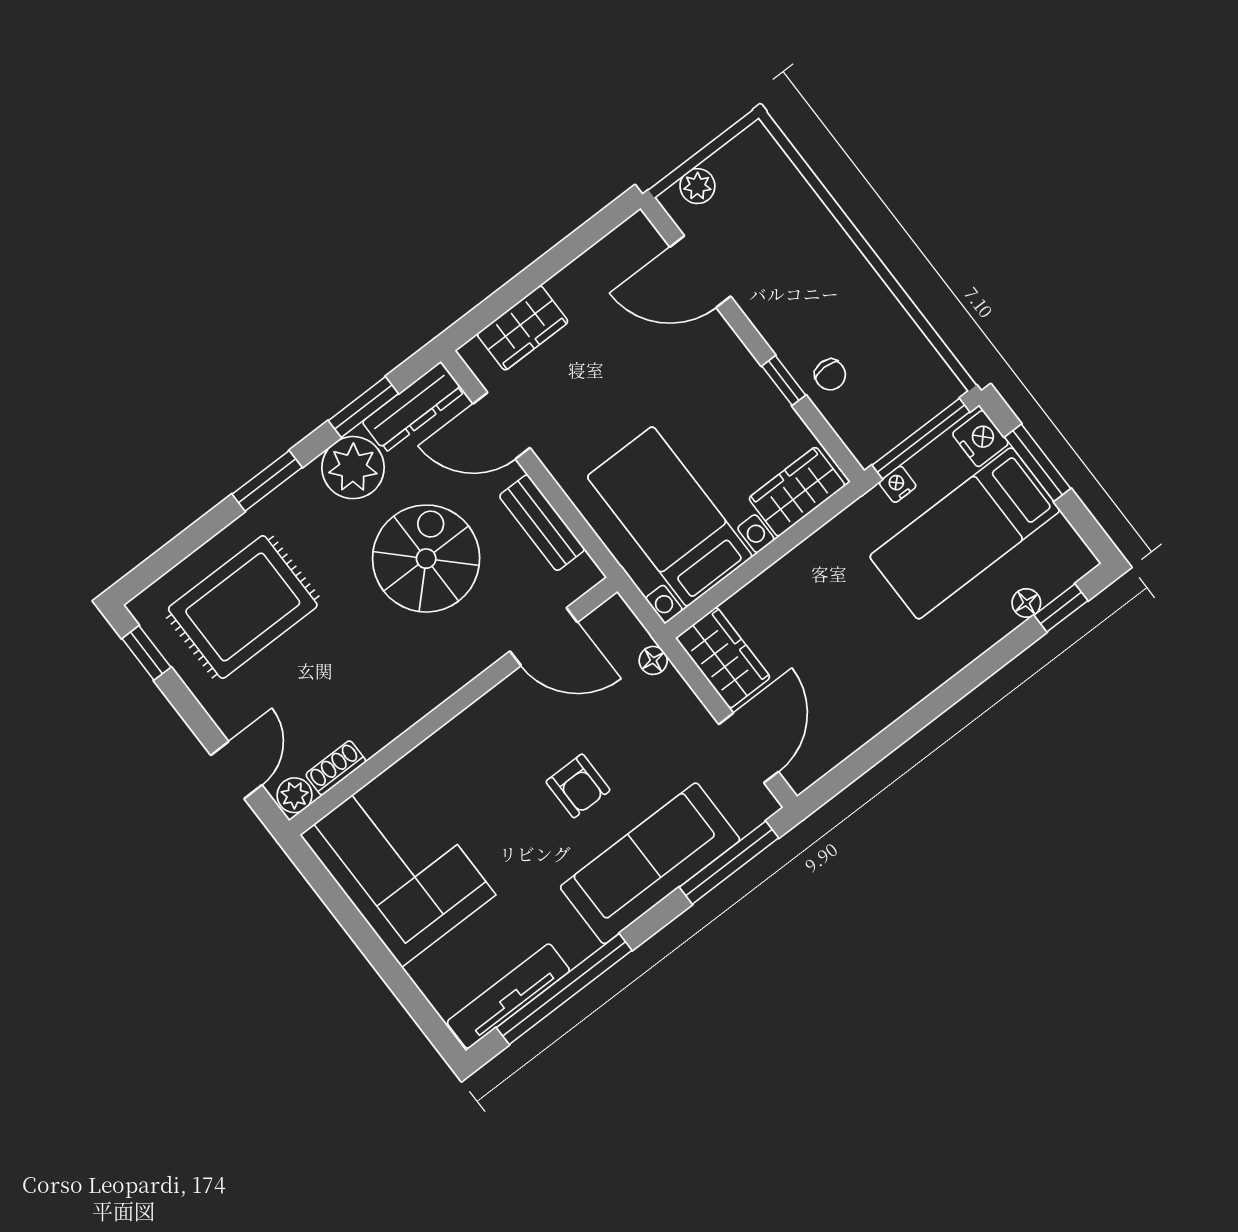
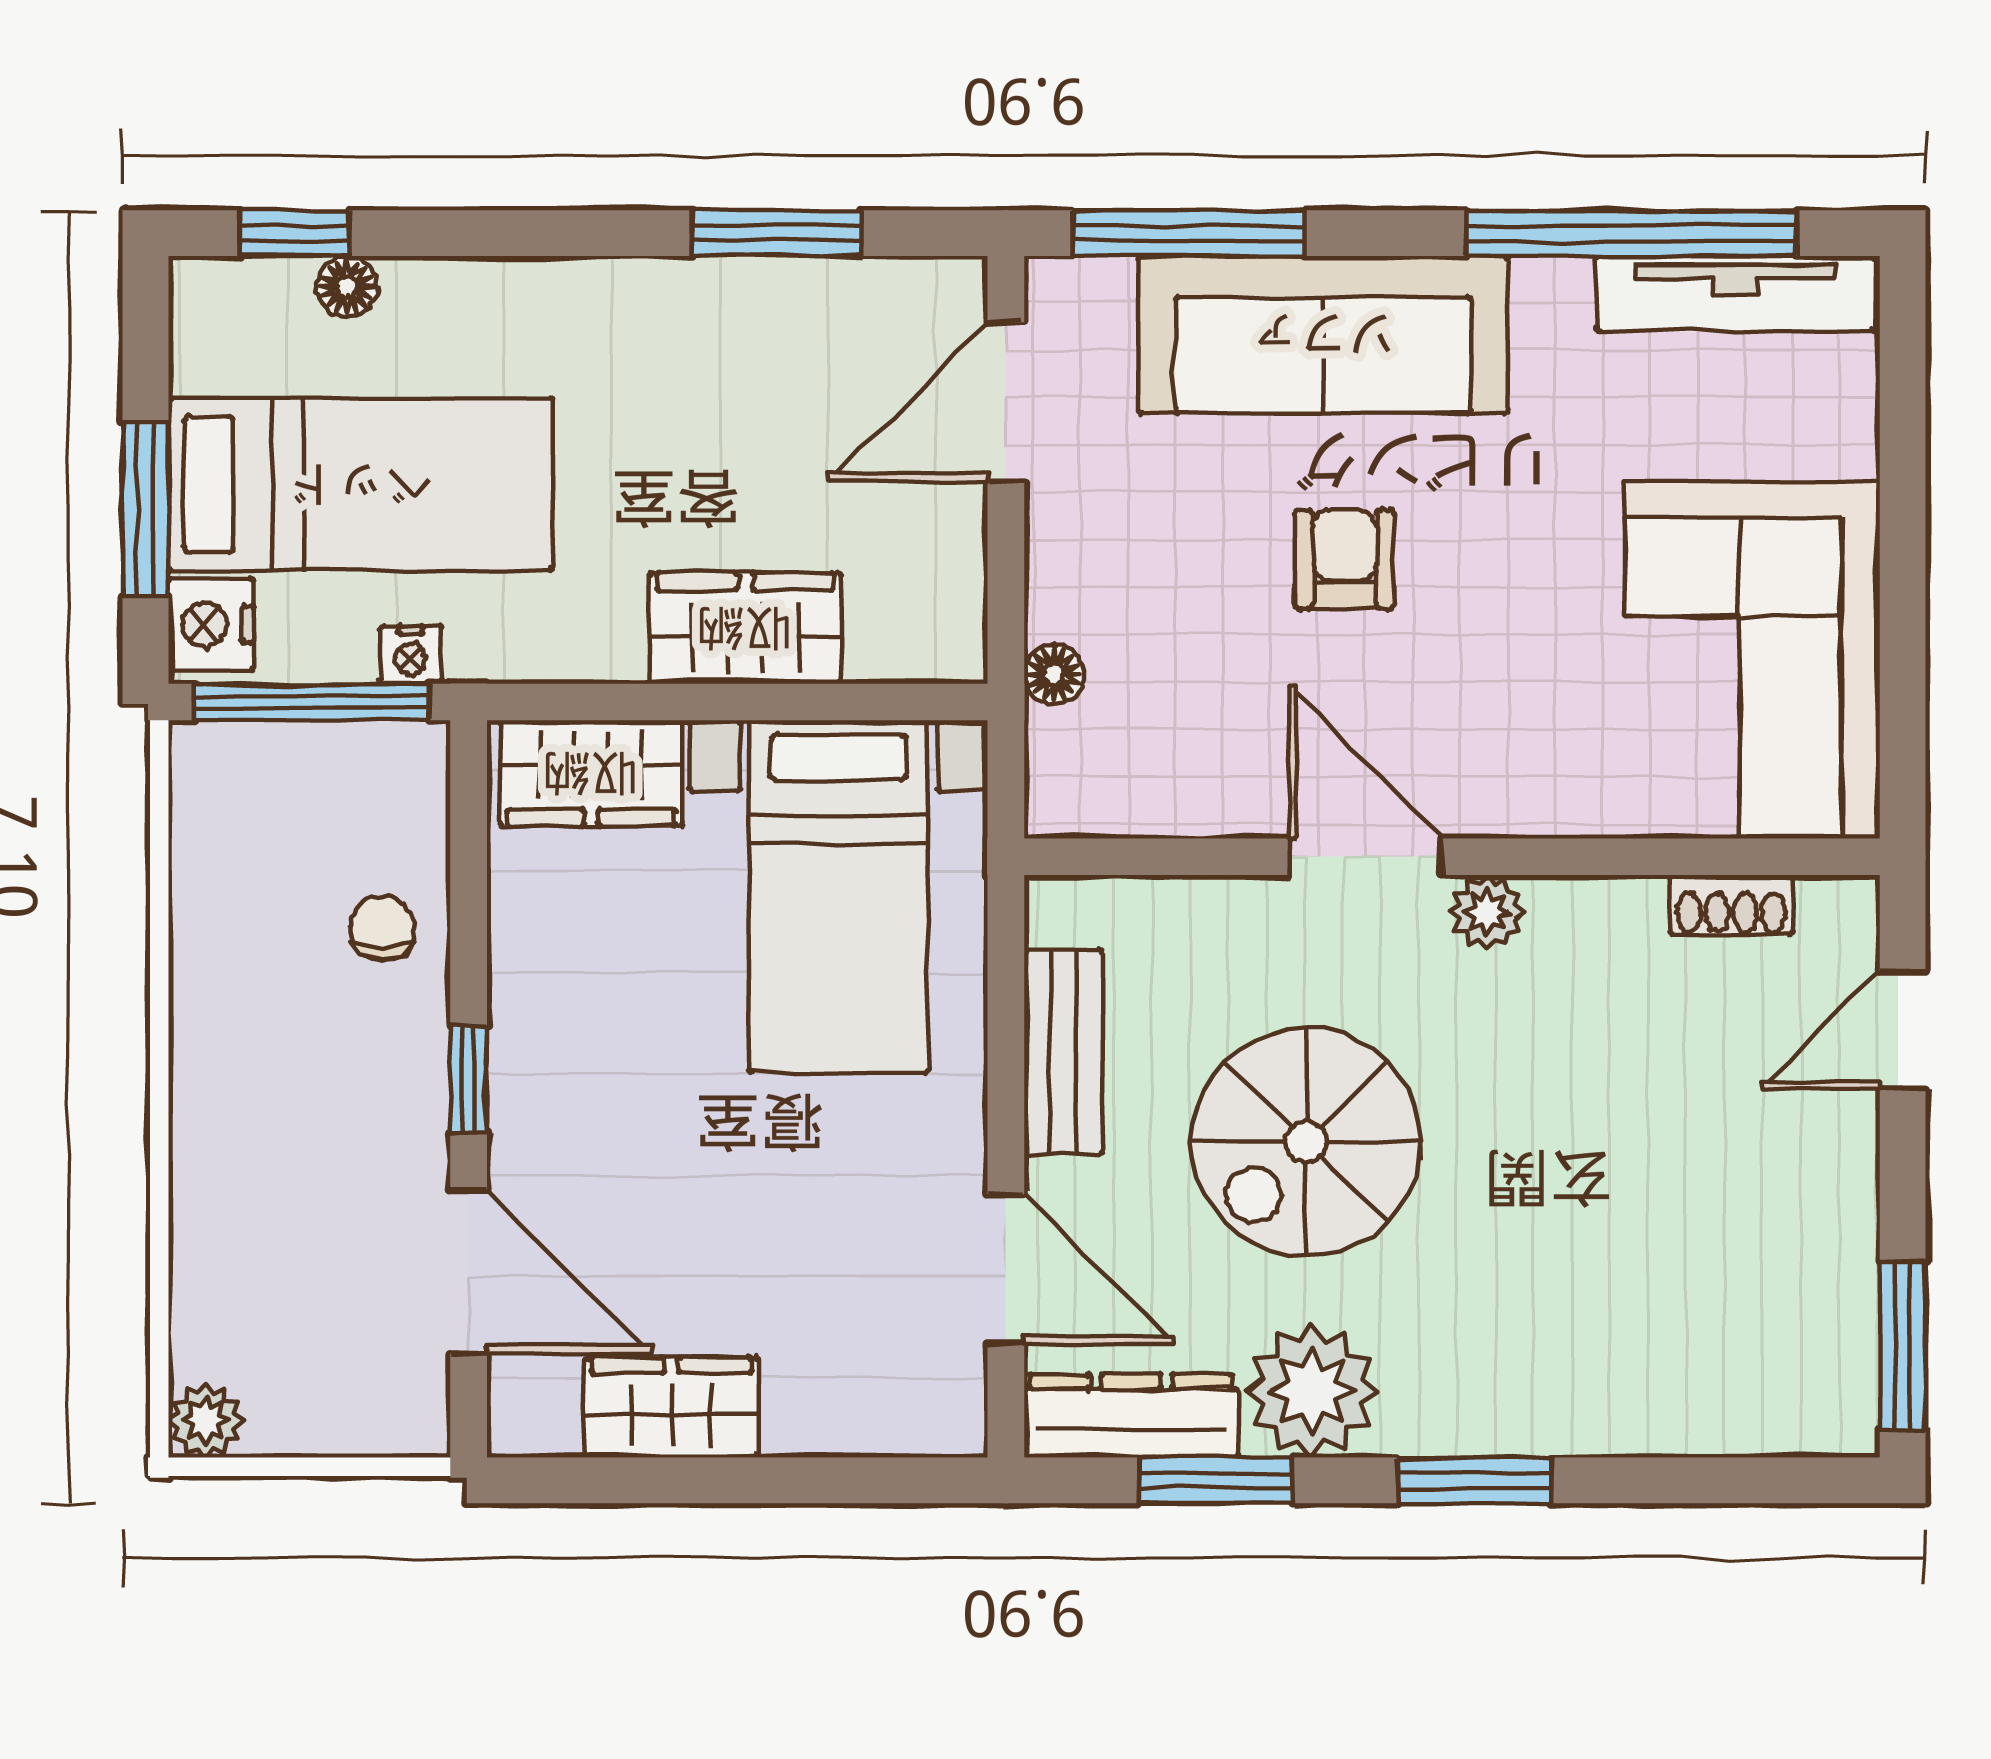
plant: (697, 186) -> (205, 1420), moved
wardrobe: (523, 328) -> (671, 1407), moved
window: (784, 381) -> (469, 1080), moved
rug: (243, 607) -> (1680, 1298), removed
door: (544, 637) -> (1366, 857), moved
window: (146, 653) -> (1903, 1346), width x1.50
wardrobe: (723, 658) -> (745, 628), moved, turned 90
window: (882, 745) -> (777, 233), added
plant: (295, 795) -> (1487, 912), moved

